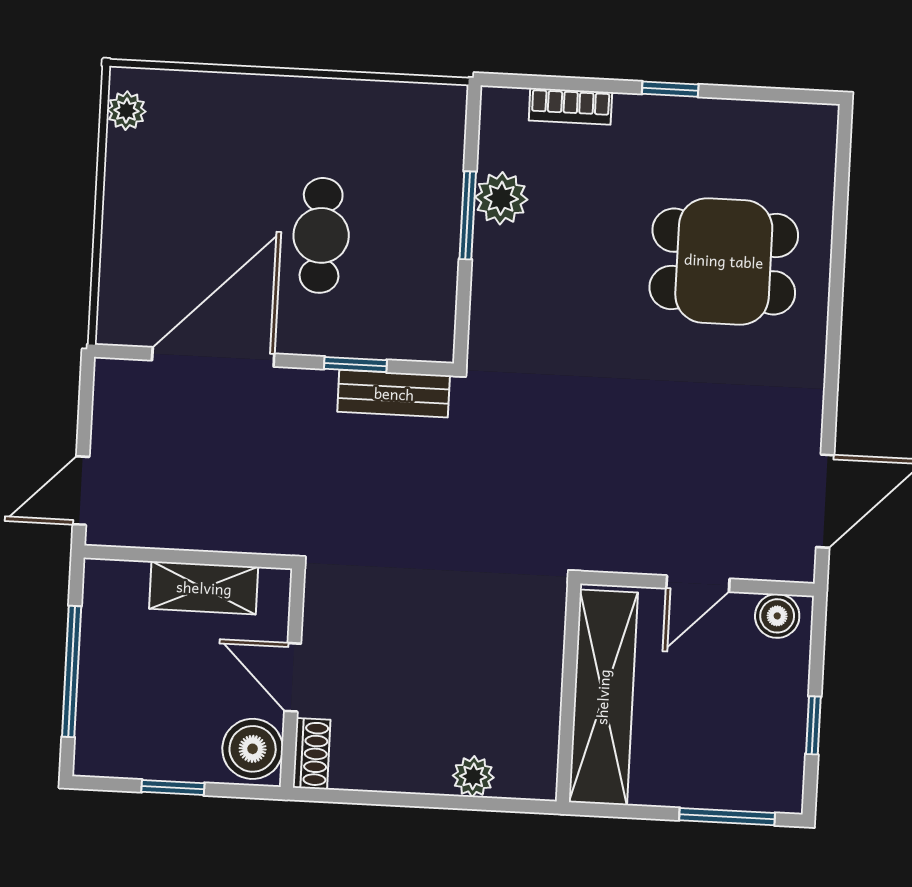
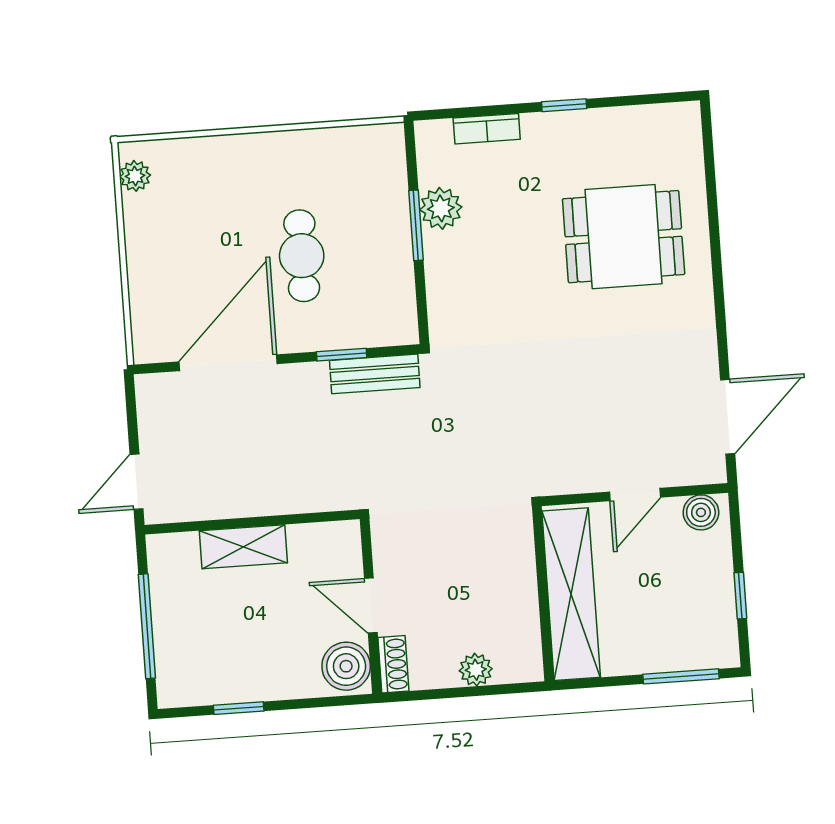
door: (293, 677) -> (371, 605), moved
wall: (293, 678) -> (371, 606), moved
boiler: (253, 749) -> (346, 666), moved
shoe rack: (312, 754) -> (393, 664), moved

